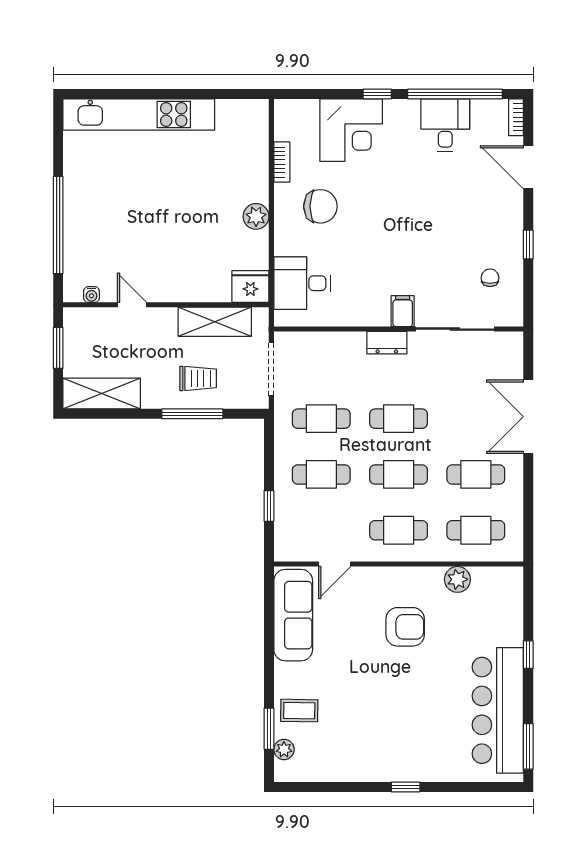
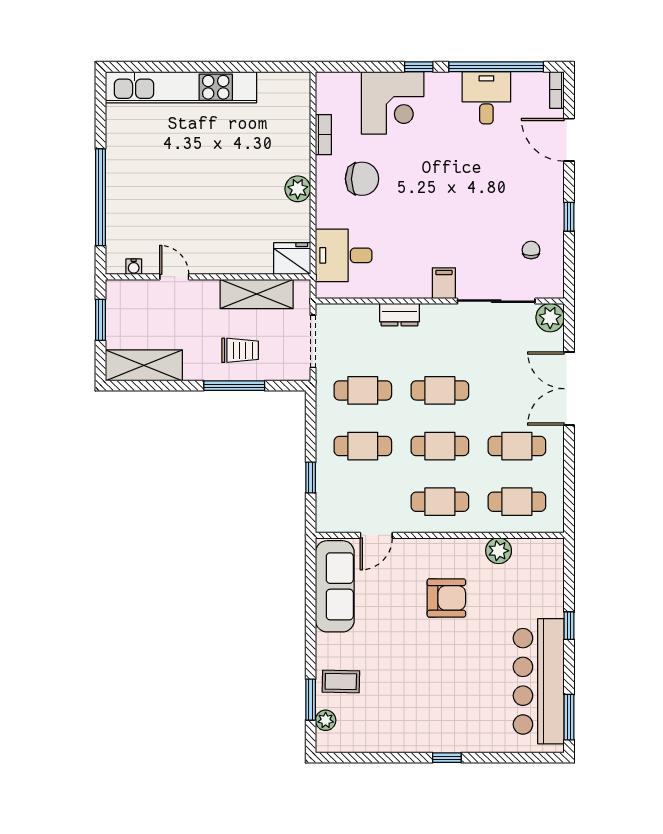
dresser: (387, 343) -> (399, 315), moved
plant: (509, 346) -> (550, 318), added

